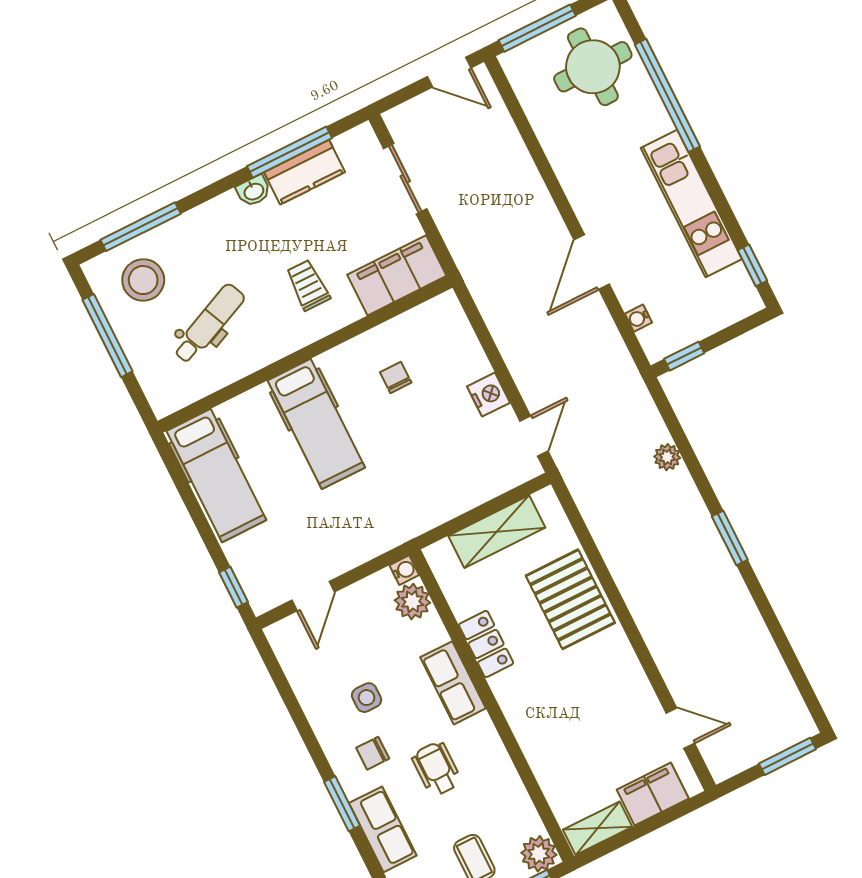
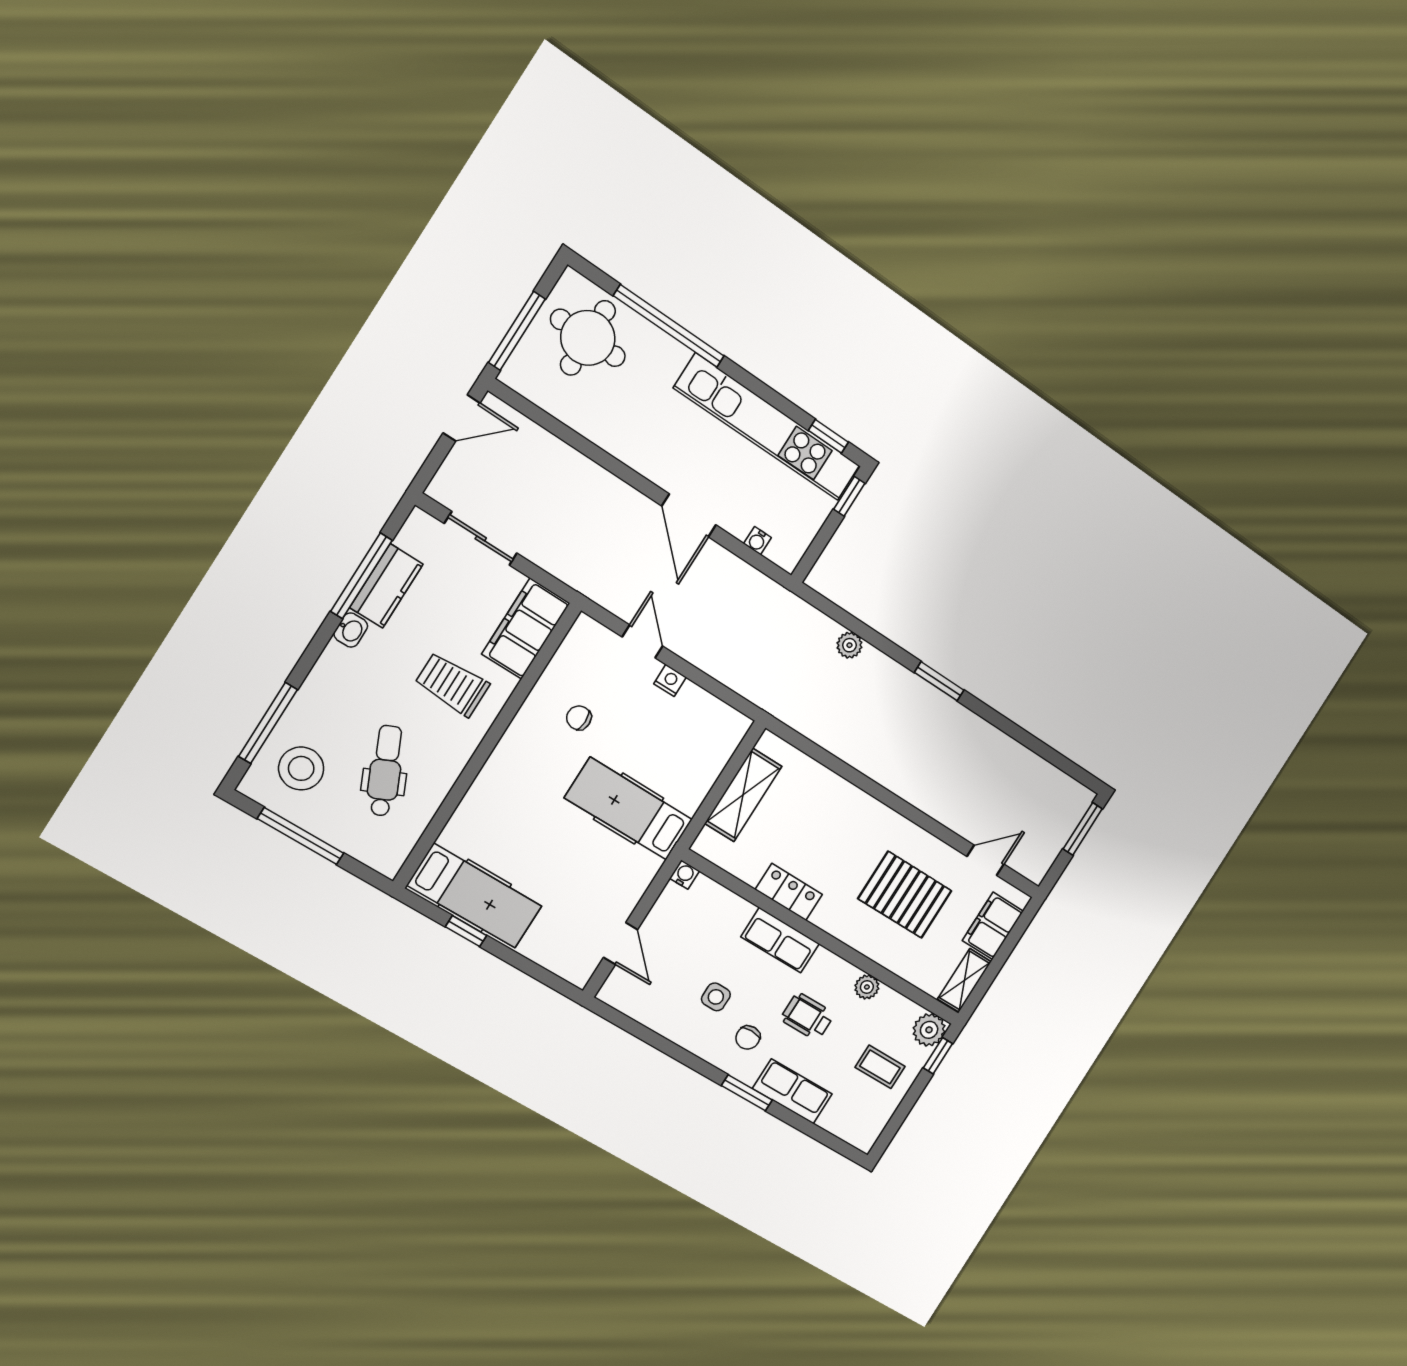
kitchen unit: (691, 204) -> (767, 427), width x1.36
trolley: (308, 285) -> (452, 684), width x1.36, depth x1.39
window: (684, 356) -> (849, 496), moved
nightstand: (489, 395) -> (670, 680), width x0.72, depth x0.74
hospital bed: (316, 424) -> (629, 809), moved, turned 180
door: (534, 436) -> (642, 641), moved
window: (234, 587) -> (466, 931), moved
pallet: (570, 599) -> (905, 895), moved
plant: (412, 602) -> (867, 987), moved, width x0.73, depth x0.73

